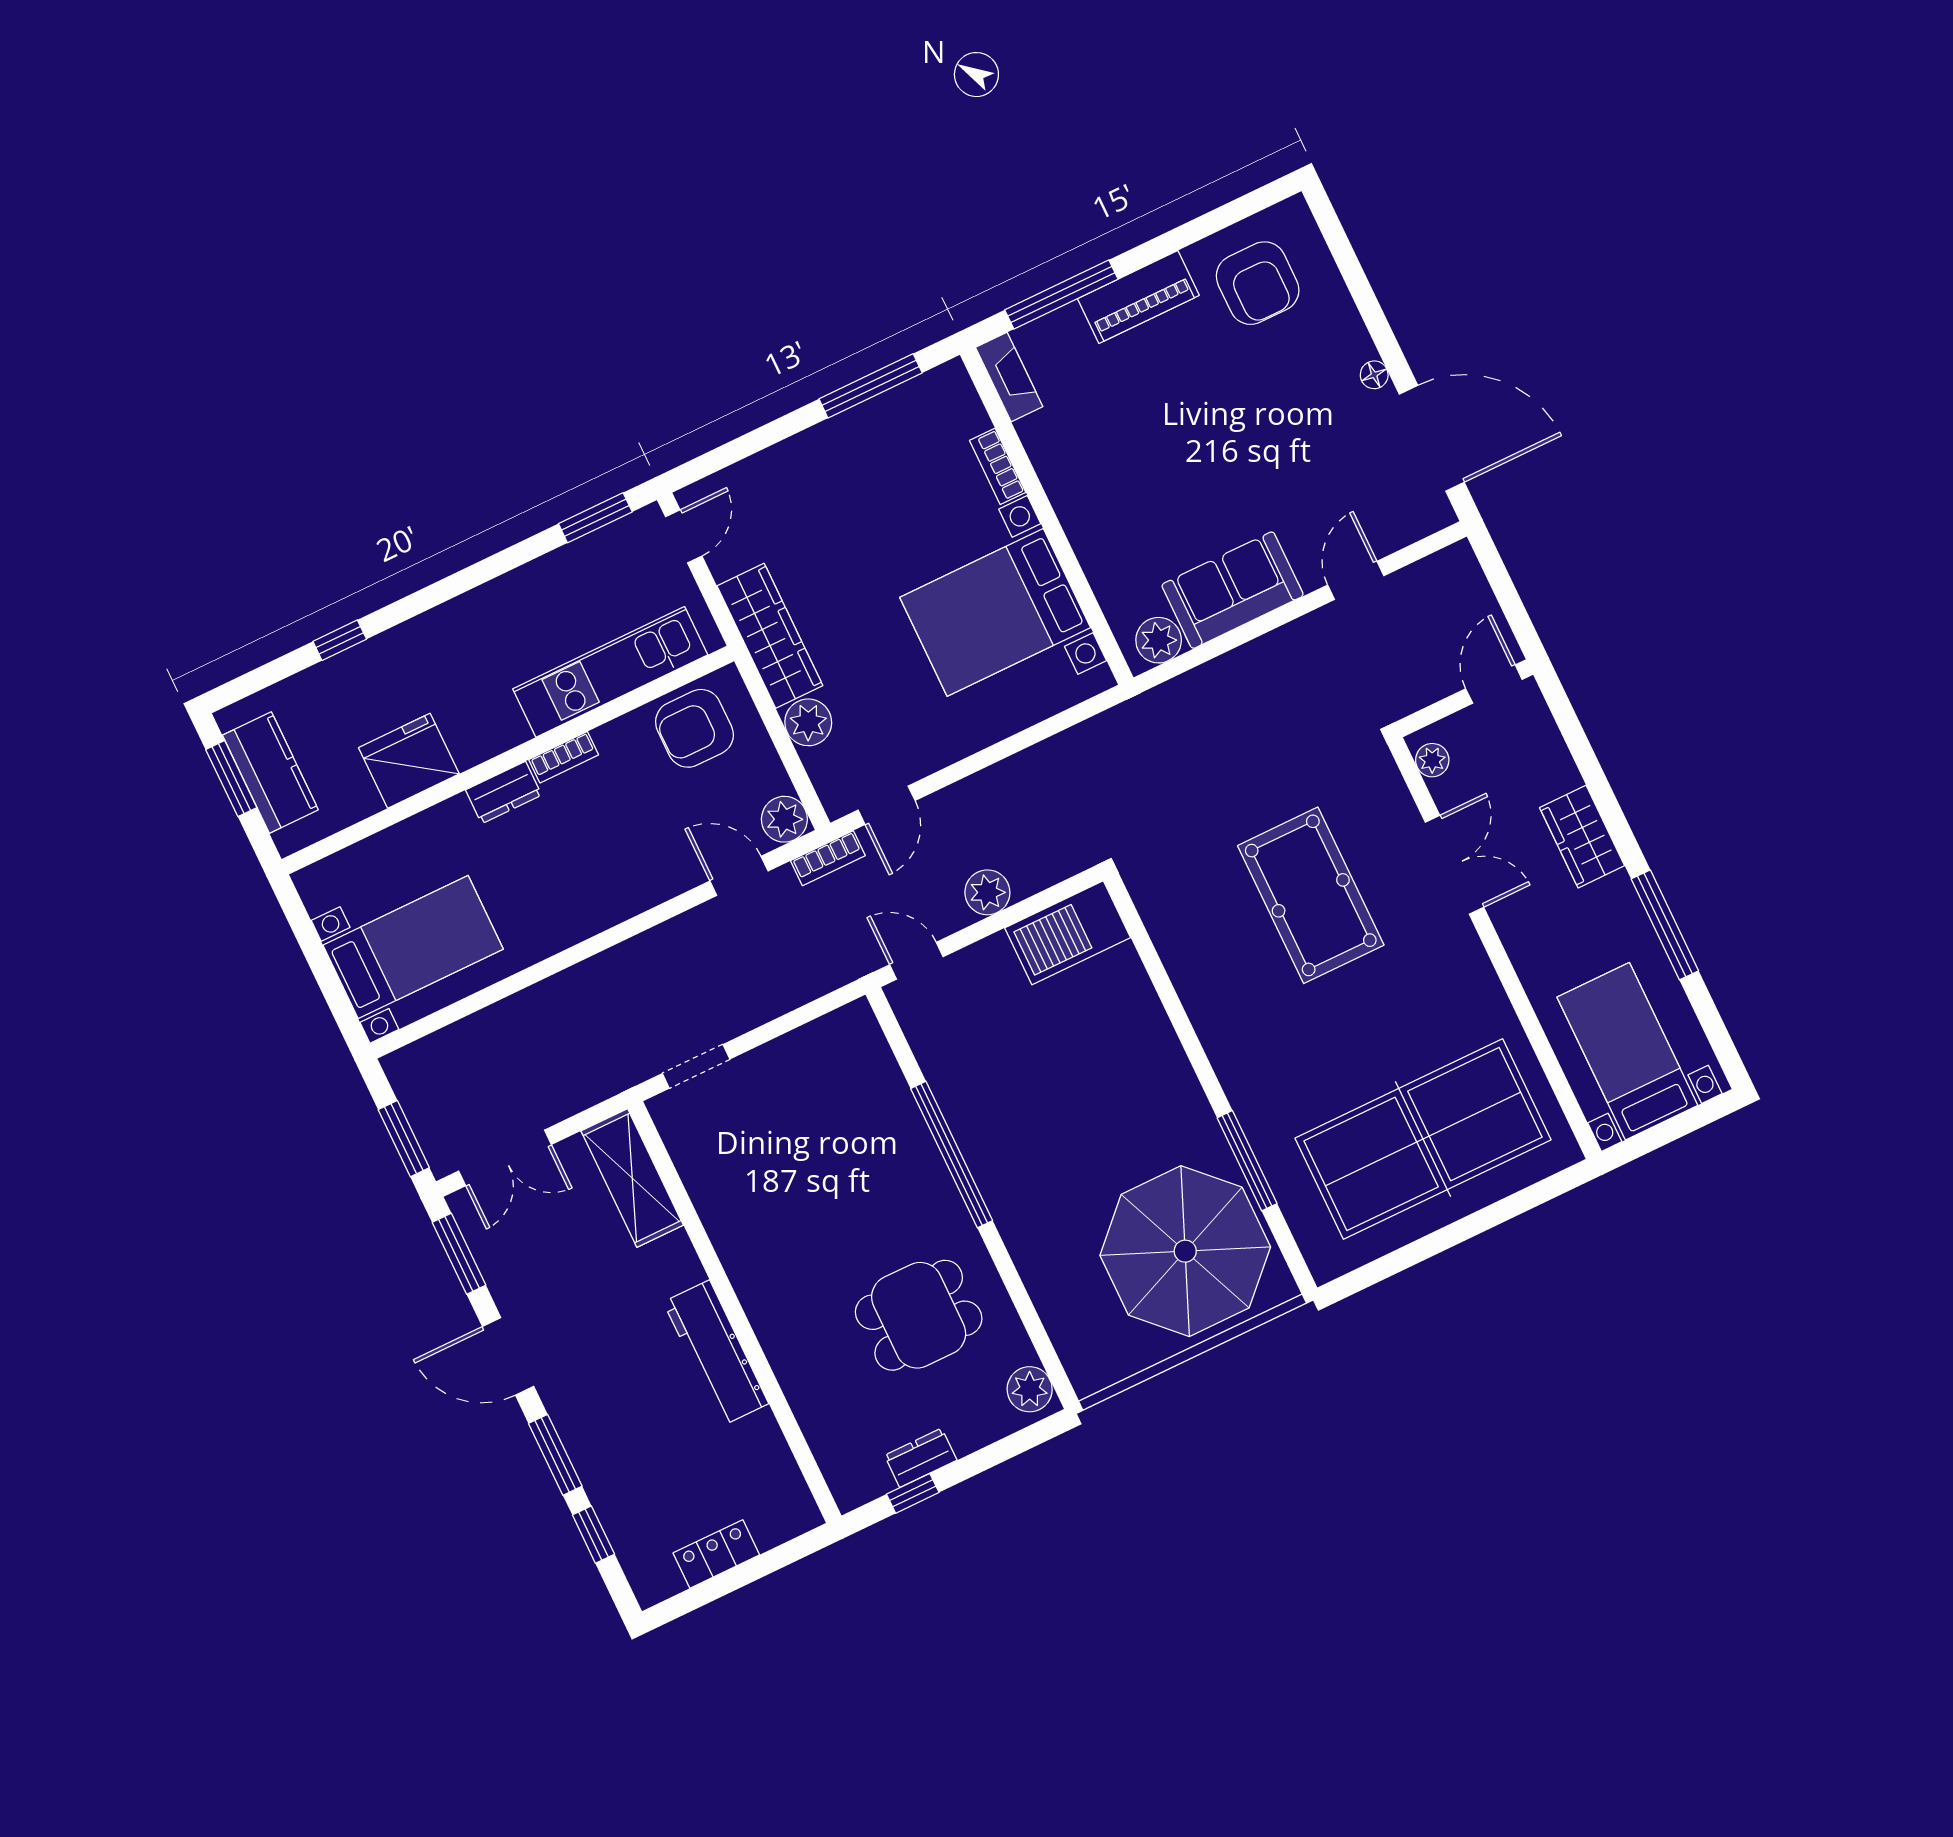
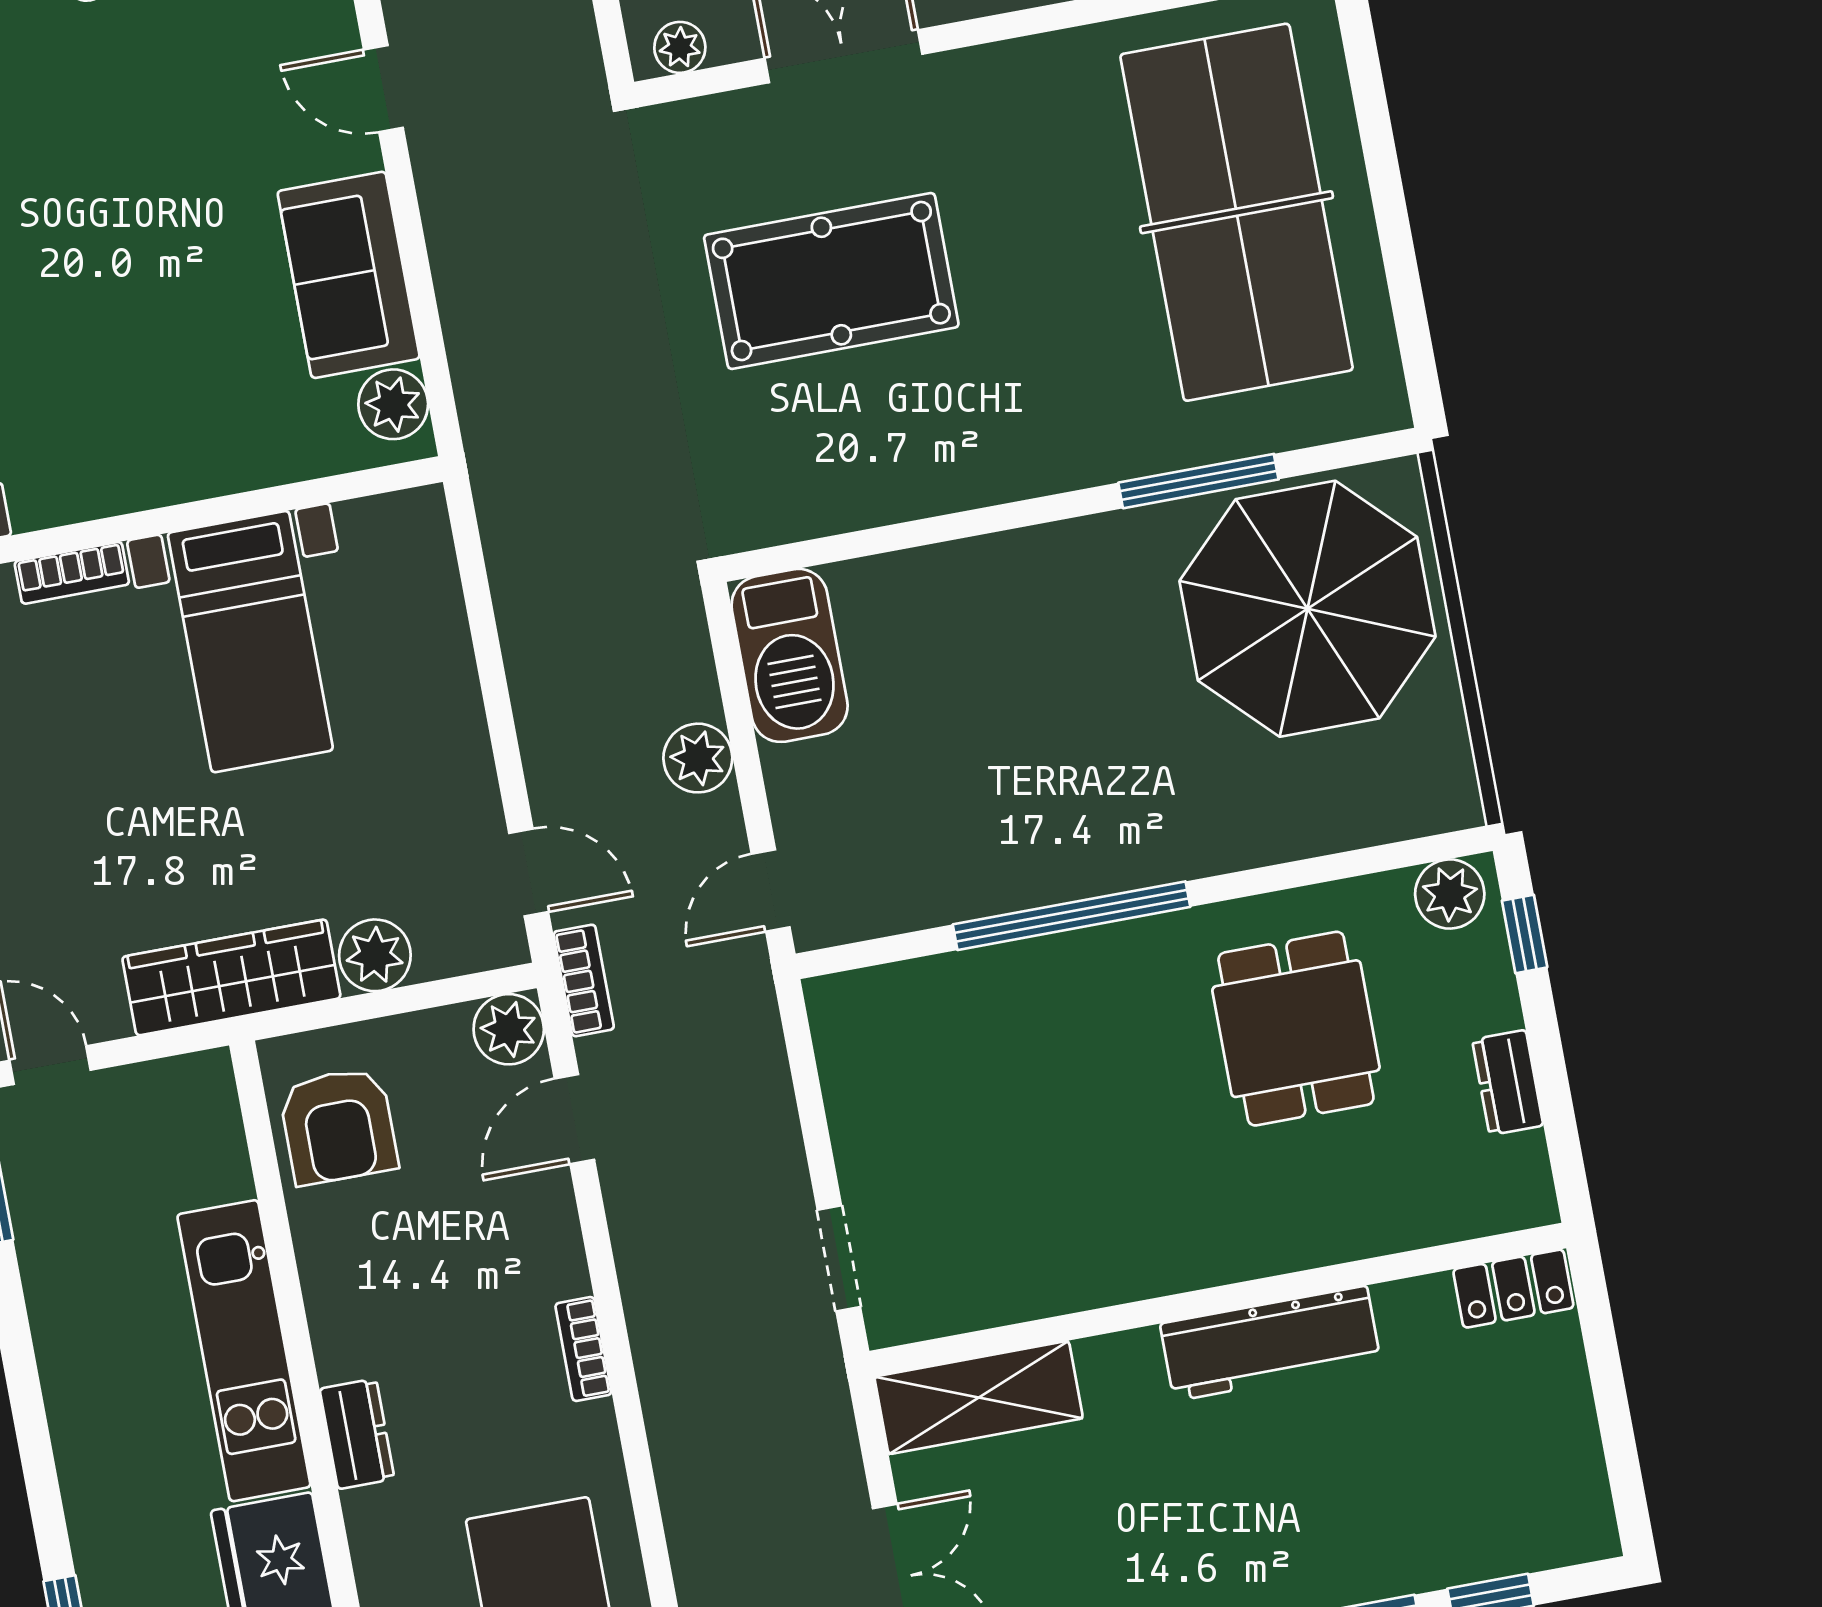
bed with nightstands: (995, 612) -> (250, 642), width x0.73
kitchen unit: (610, 672) -> (244, 1351), moved
bookcase: (564, 757) -> (583, 1349), moved, turned 180
window: (913, 1493) -> (1525, 934), moved
locker: (716, 1554) -> (1513, 1289), moved, turned -90

